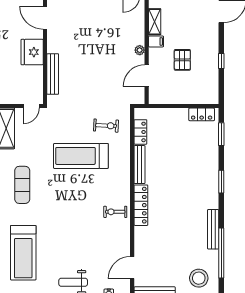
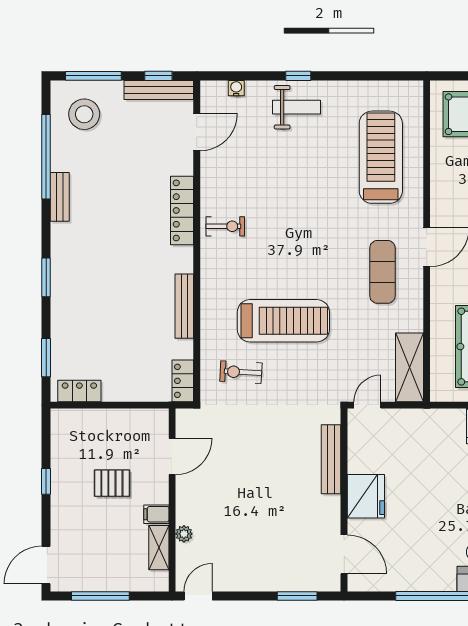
plant: (140, 50) -> (184, 534), moved
pallet: (182, 60) -> (112, 483), turned 90
locker: (140, 132) -> (183, 381), moved
locker: (141, 205) -> (182, 210), moved
bench: (213, 229) -> (60, 197), width x0.73

